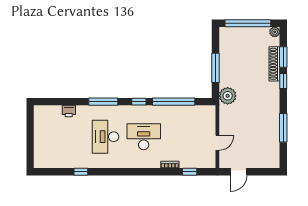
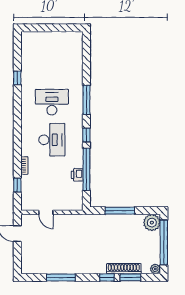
plant: (228, 96) -> (152, 223), moved
printer: (69, 111) -> (77, 175), moved

